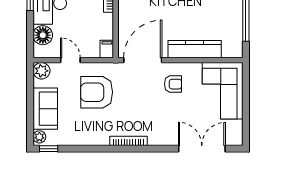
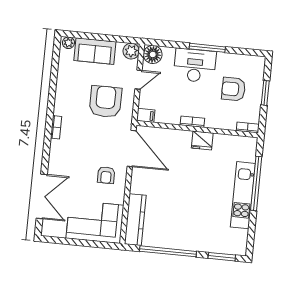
floor lamp: (43, 35) -> (153, 54), moved
kitchen counter: (195, 49) -> (135, 220), moved
bookcase: (128, 141) -> (56, 127), width x0.64
window: (49, 149) -> (56, 50), removed

